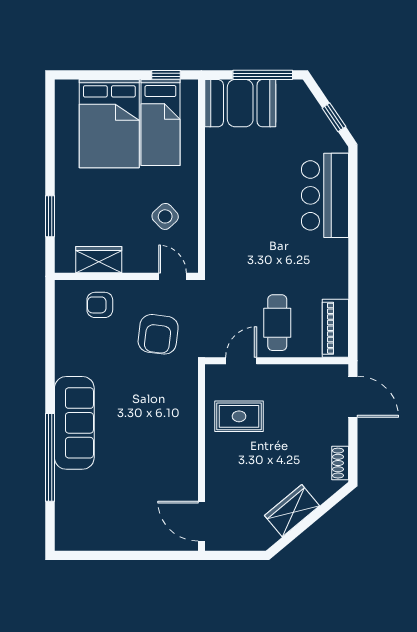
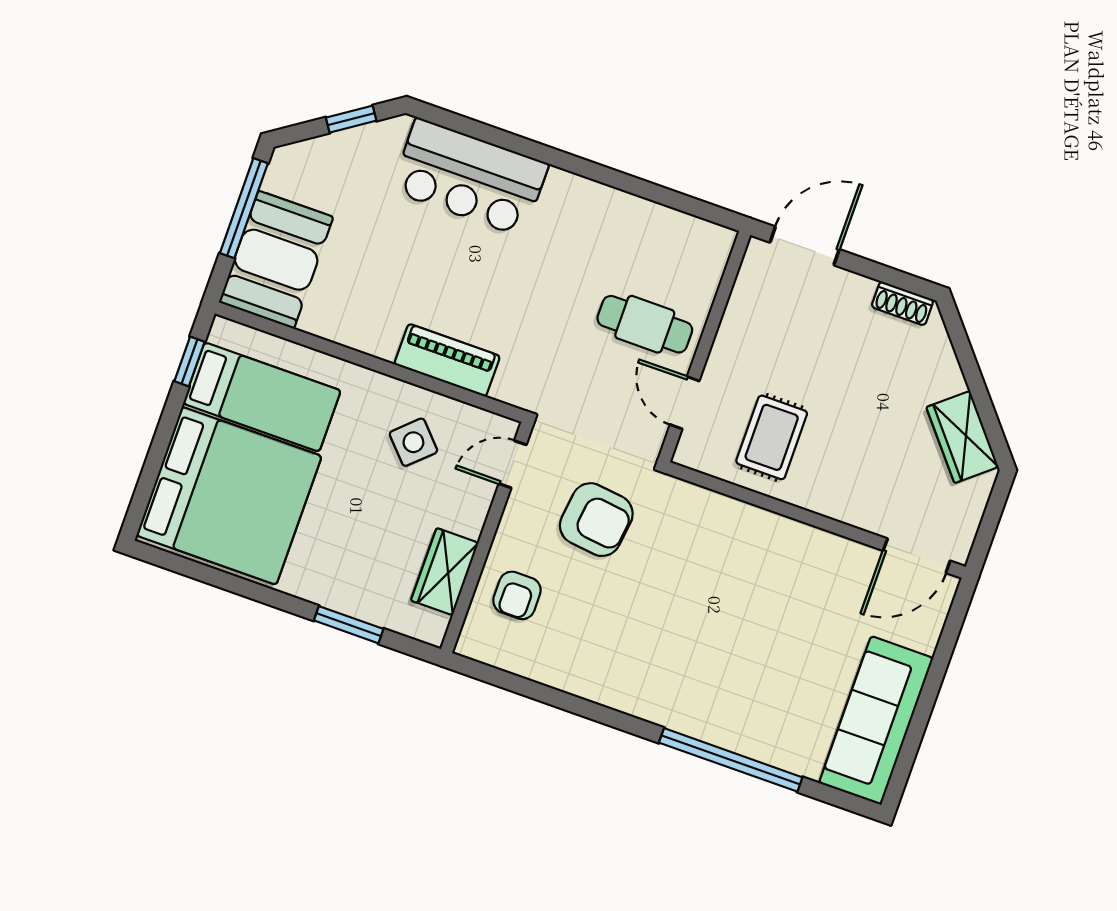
bed: (109, 124) -> (229, 496), width x1.36
piano: (335, 328) -> (447, 360), moved, turned 180
sofa: (74, 423) -> (876, 720), moved, turned -90
wardrobe: (292, 511) -> (962, 437), moved

